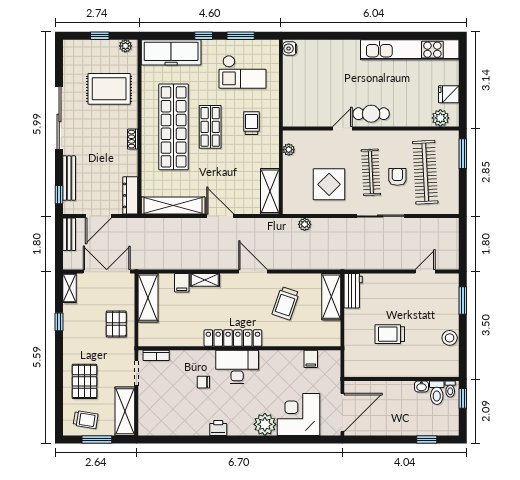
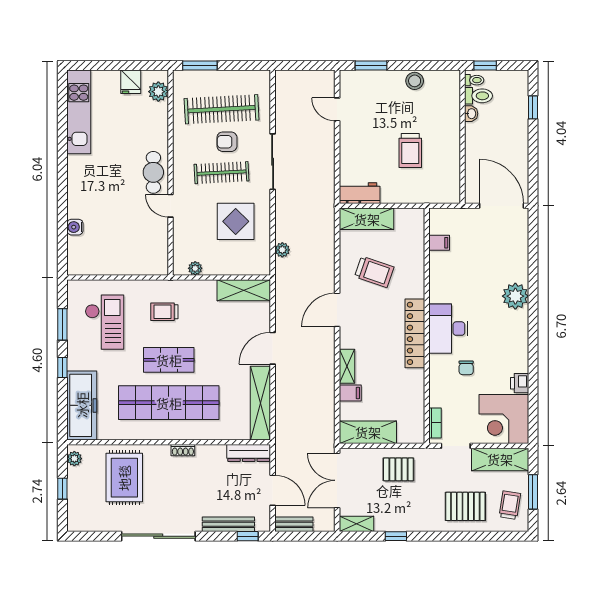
water cooler: (290, 49) -> (75, 227), moved, turned 90
kitchen unit: (410, 50) -> (79, 112), width x0.73
corner desk: (299, 414) -> (504, 419), moved
printer: (218, 428) -> (520, 383), moved

